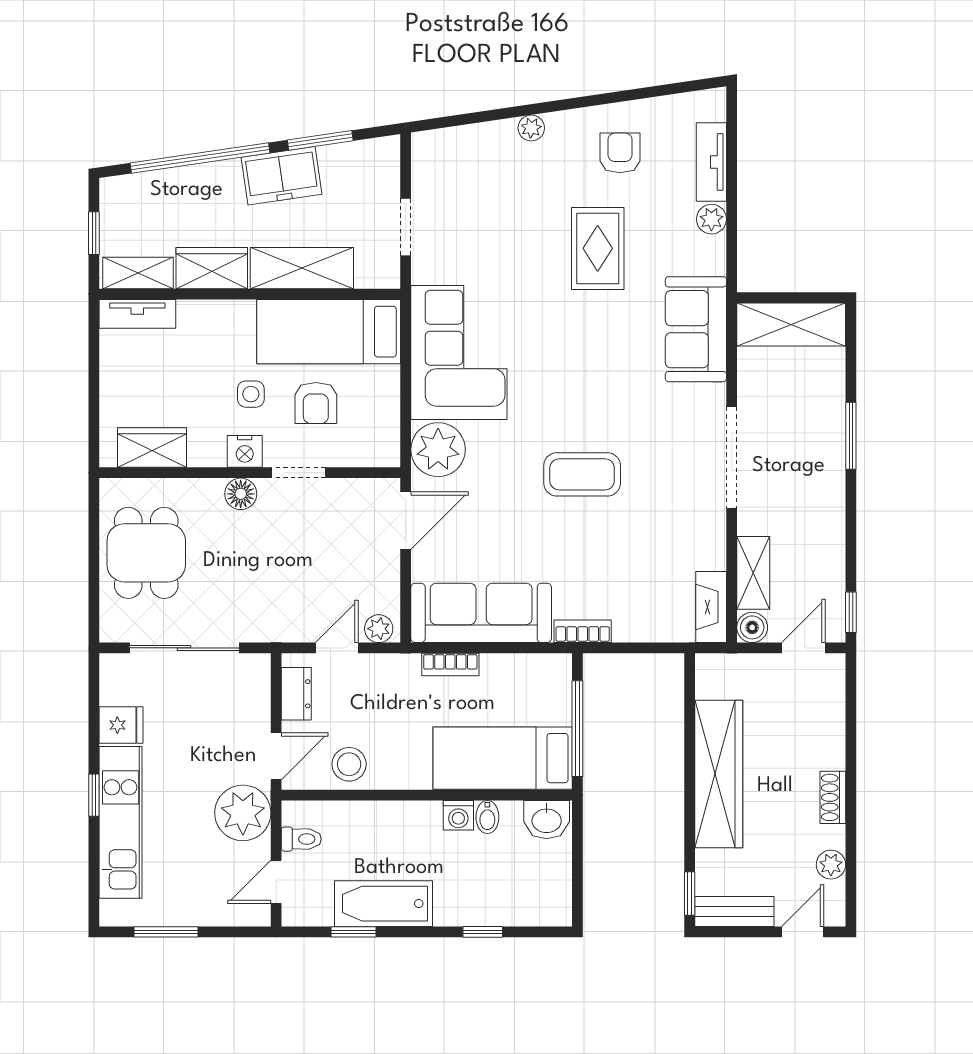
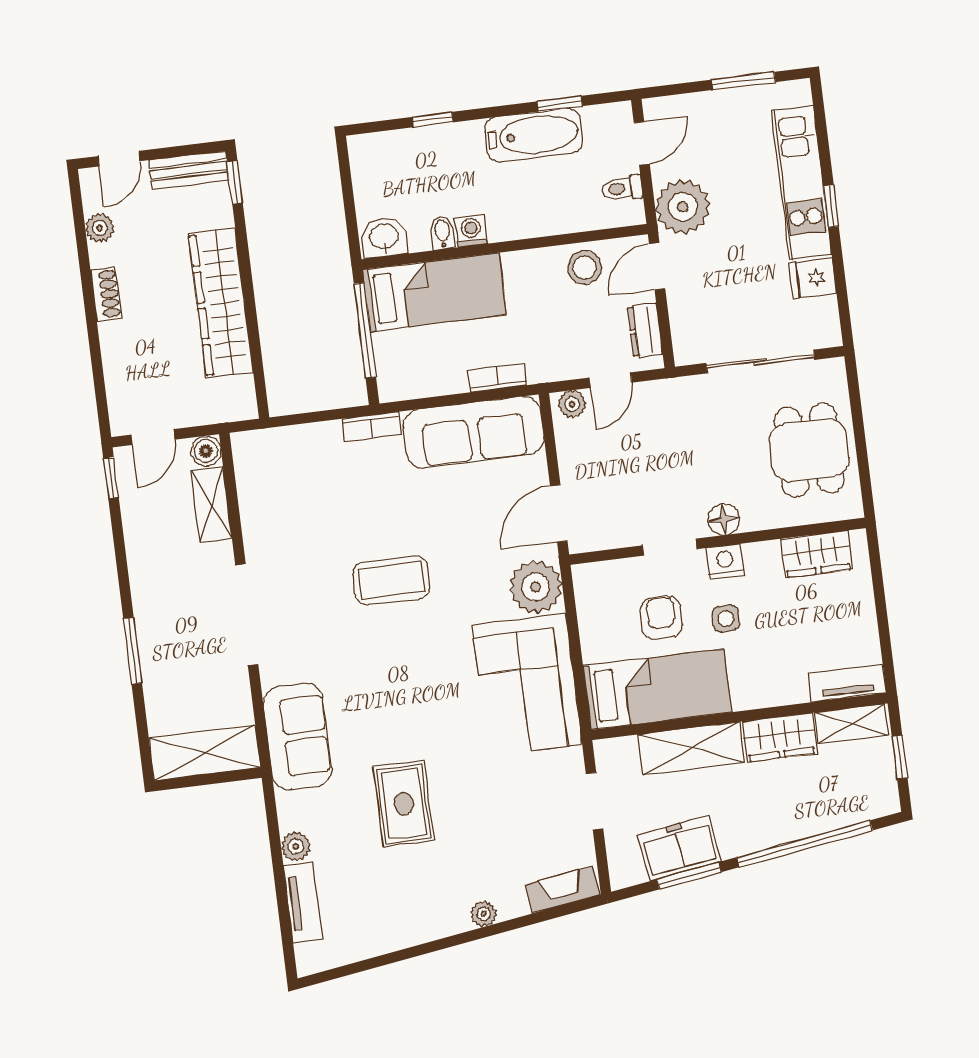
armchair: (620, 153) -> (393, 900), removed
freezer: (281, 176) -> (679, 848), moved
fireplace: (711, 607) -> (562, 890), moved, turned -98

